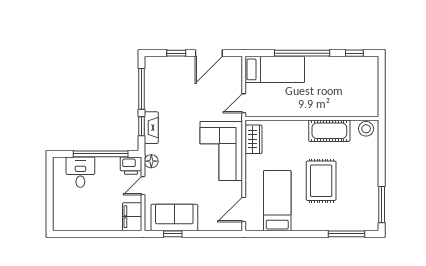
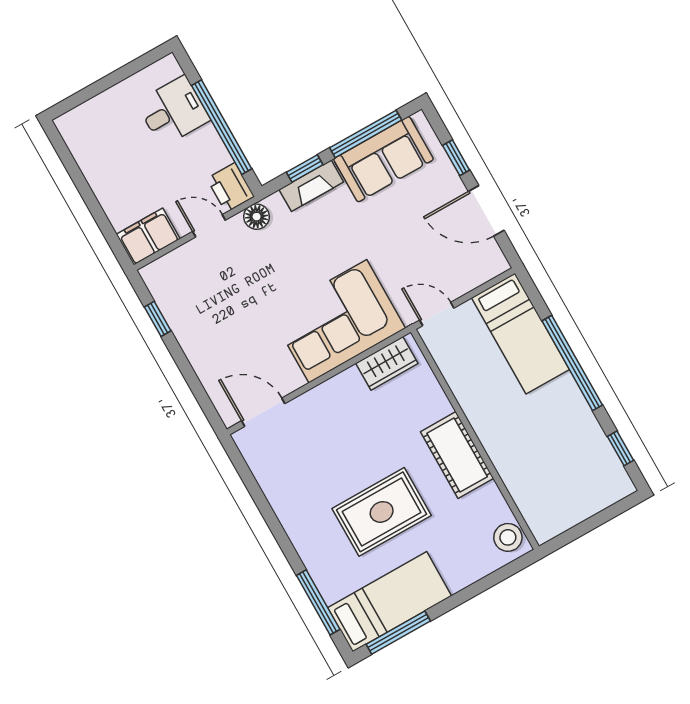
cot: (329, 131) -> (457, 455), moved
bed: (277, 201) -> (390, 602), moved
sofa: (174, 218) -> (383, 159), moved, turned 90

